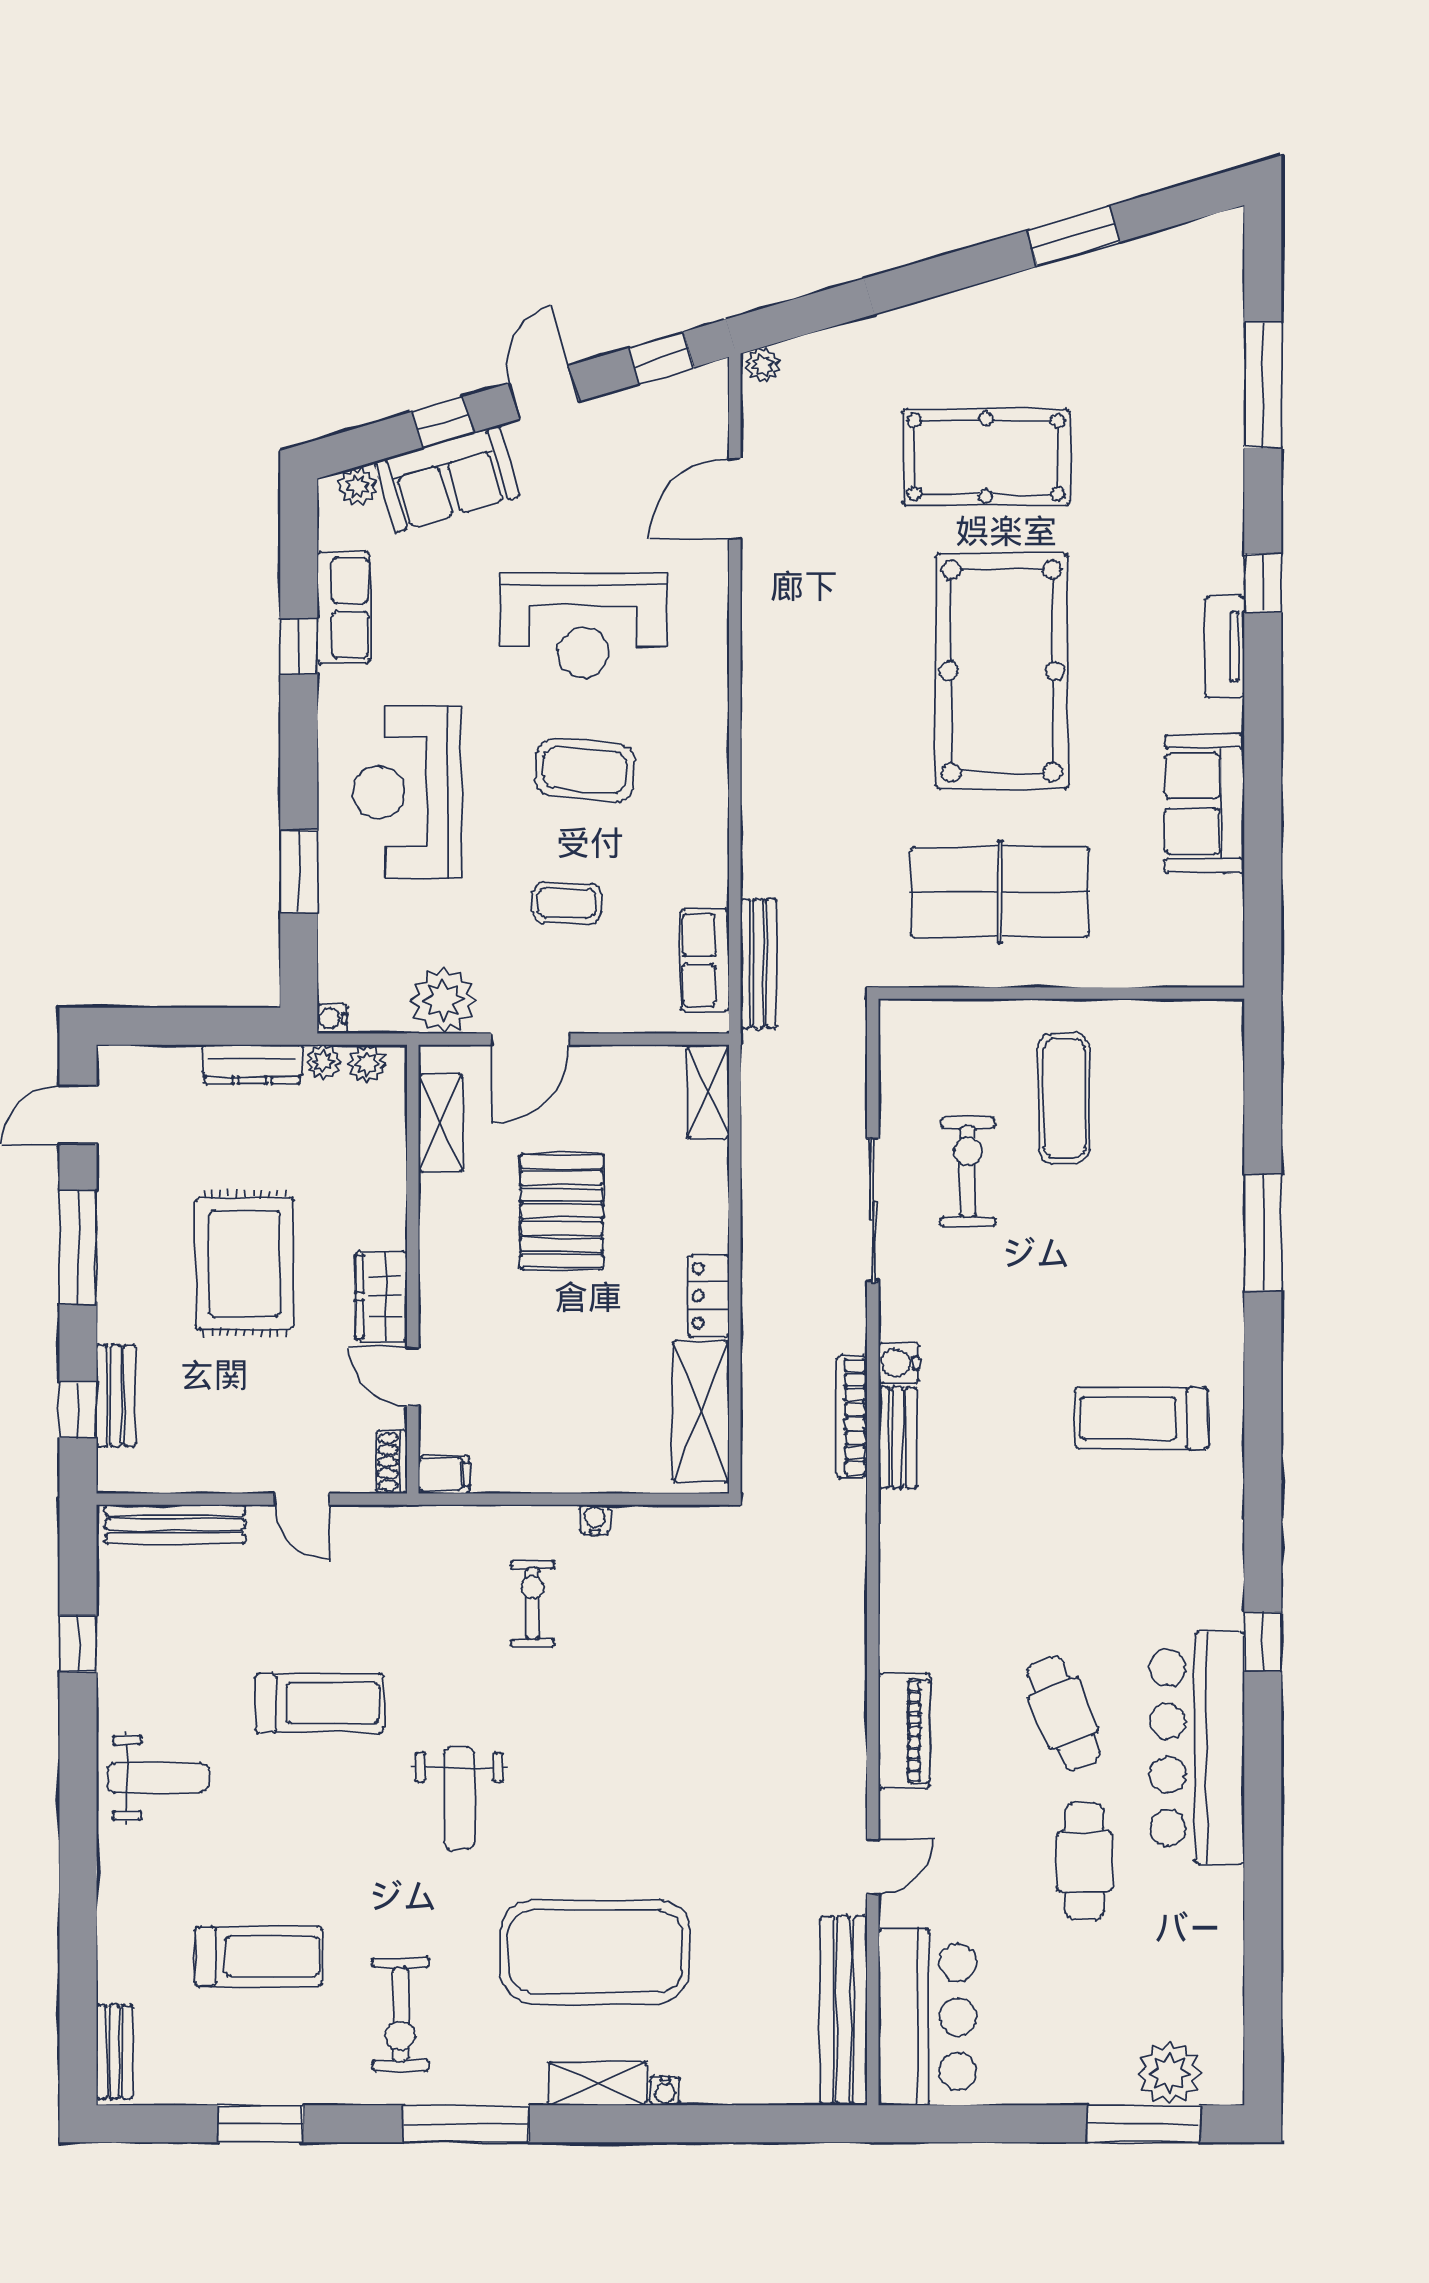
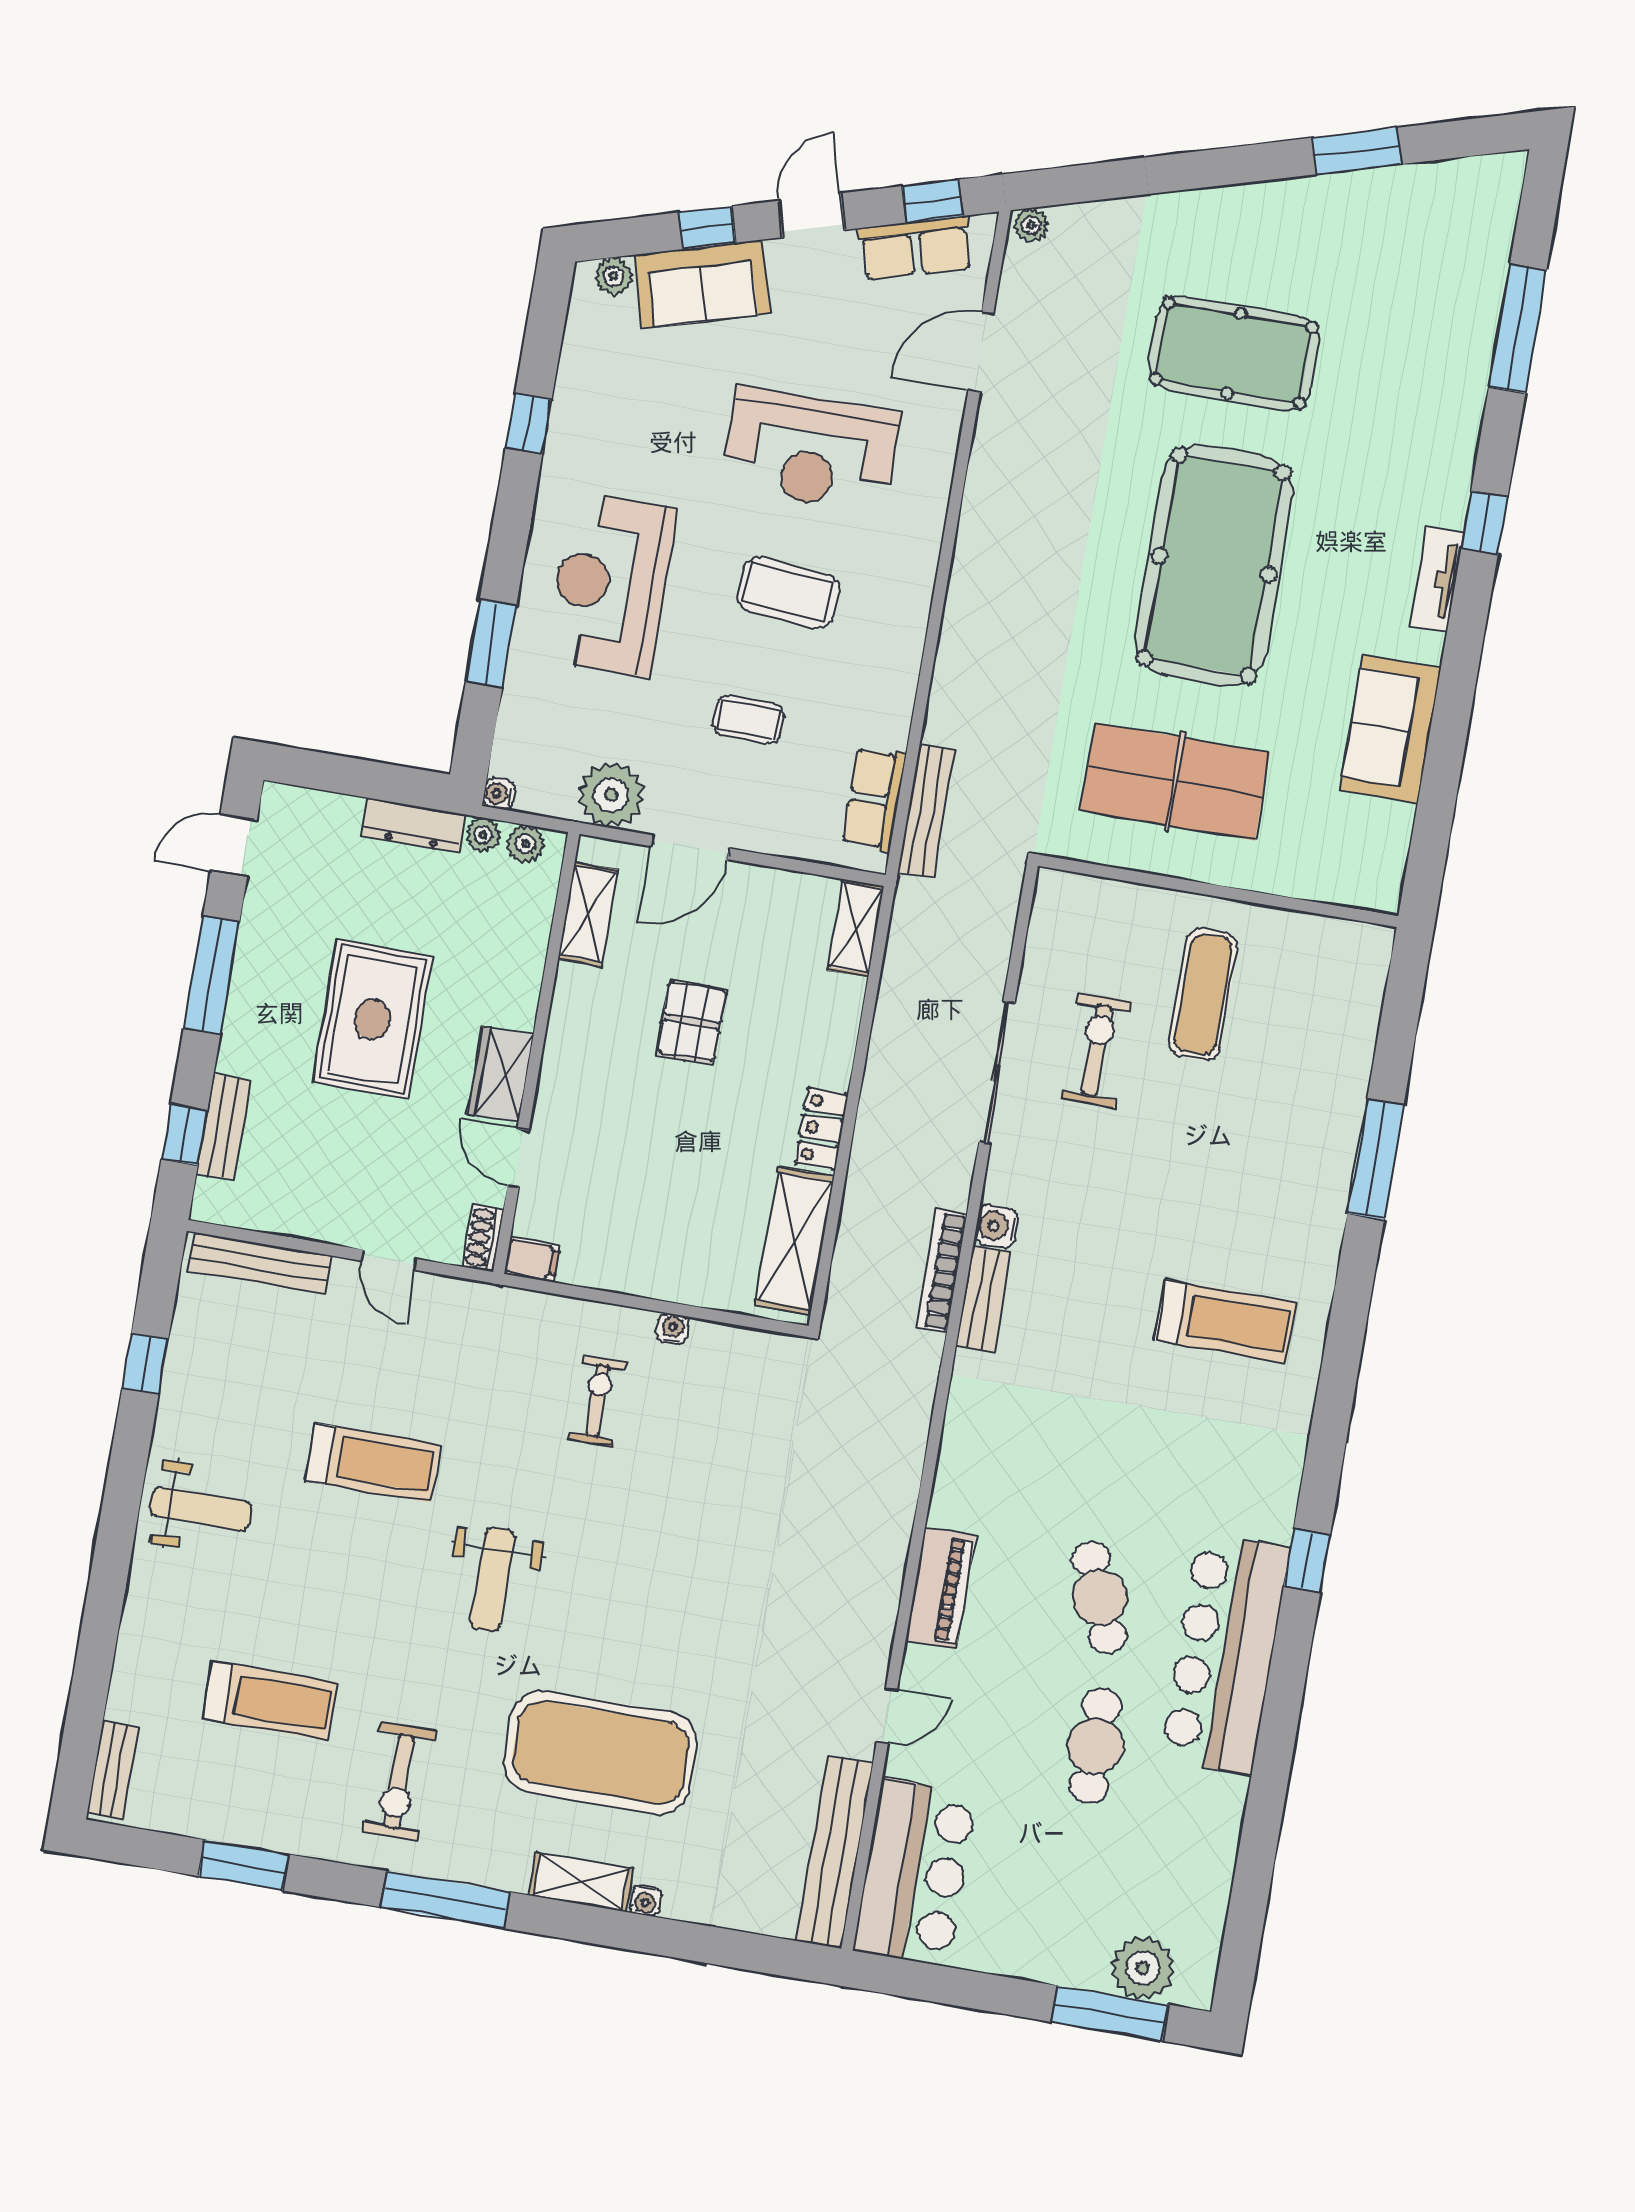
row of seats: (344, 607) -> (916, 248), moved, turned 74
pallet: (562, 1212) -> (692, 1021), width x0.67, depth x0.71
treadmill: (1141, 1418) -> (1225, 1321), turned 180

